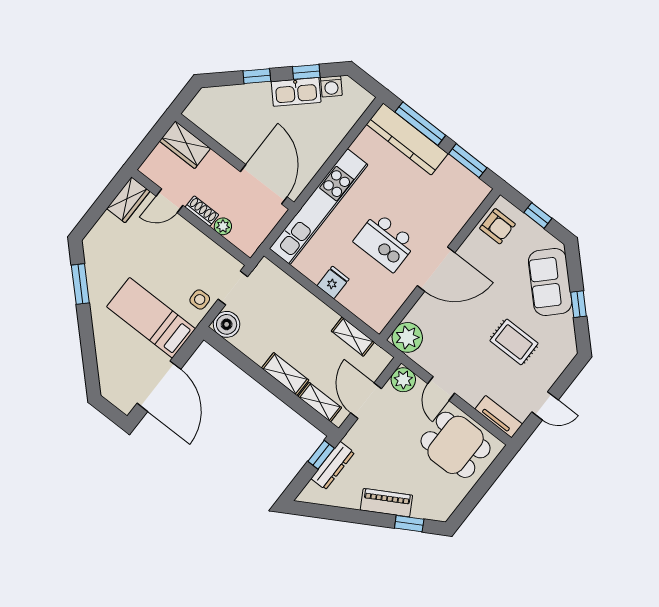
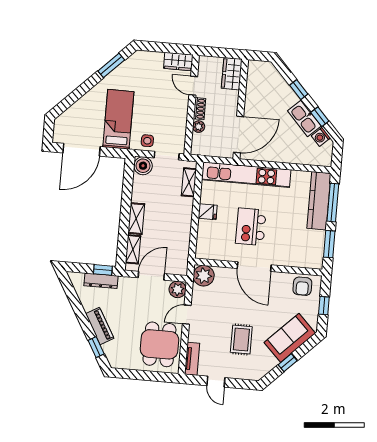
shelving: (353, 337) -> (189, 182), moved

